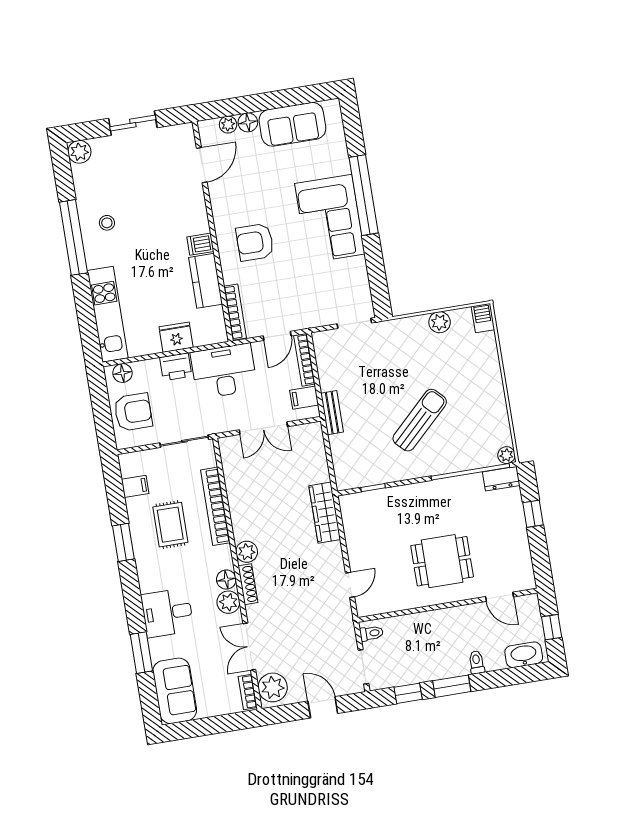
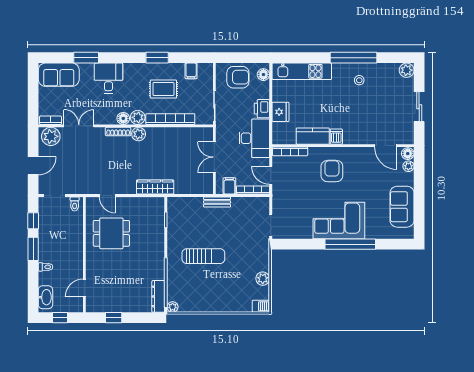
floor lamp: (248, 122) -> (408, 154), moved
armchair: (133, 412) -> (238, 77), turned -90
sun lounger: (420, 420) -> (203, 256), turned -46
dresser: (501, 479) -> (158, 296), width x1.44
window: (533, 514) -> (114, 318), moved
dining table: (442, 561) -> (111, 233), moved, turned 90
plant: (228, 602) -> (138, 117), moved

